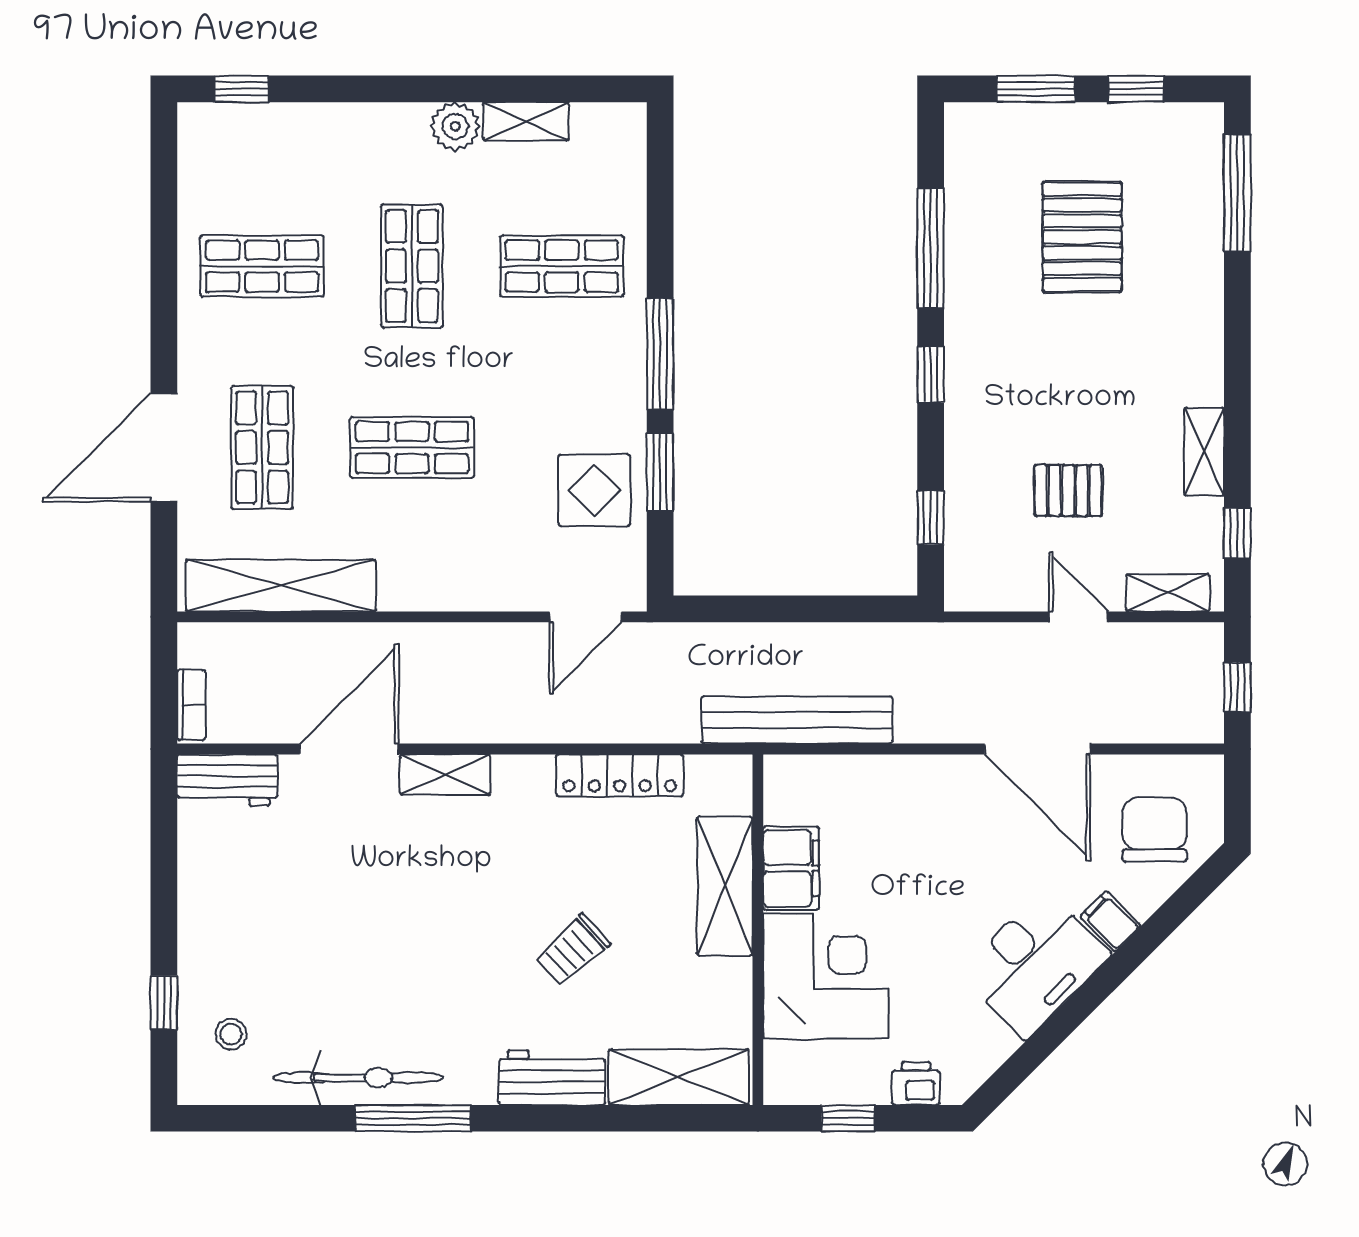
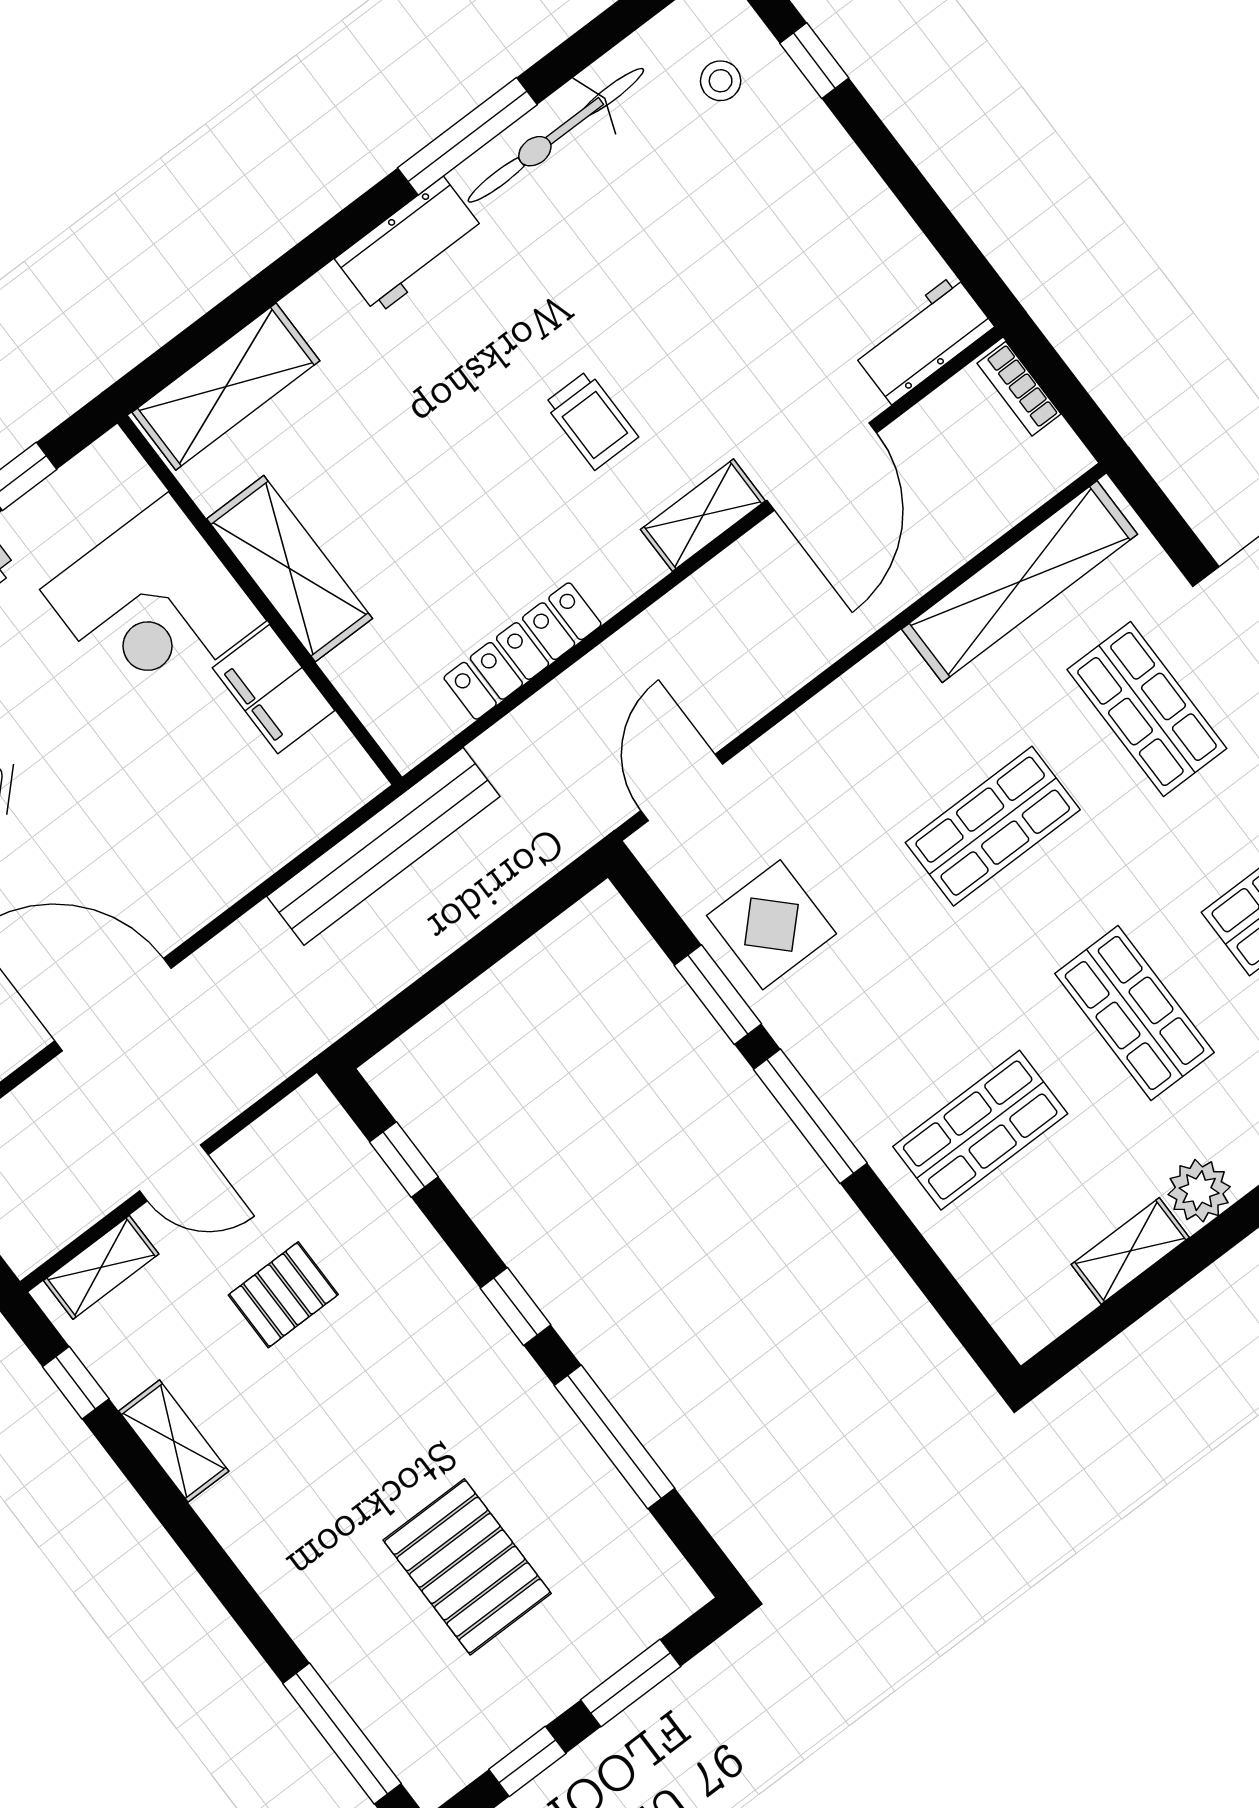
shelving: (725, 886) -> (290, 569), moved
trolley: (573, 950) -> (591, 420), moved, turned 132
workbench: (552, 1078) -> (410, 246), moved

